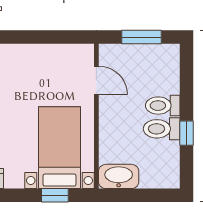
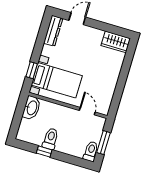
door: (96, 80) -> (87, 111), swing flipped
toilet: (163, 106) -> (91, 151), moved

